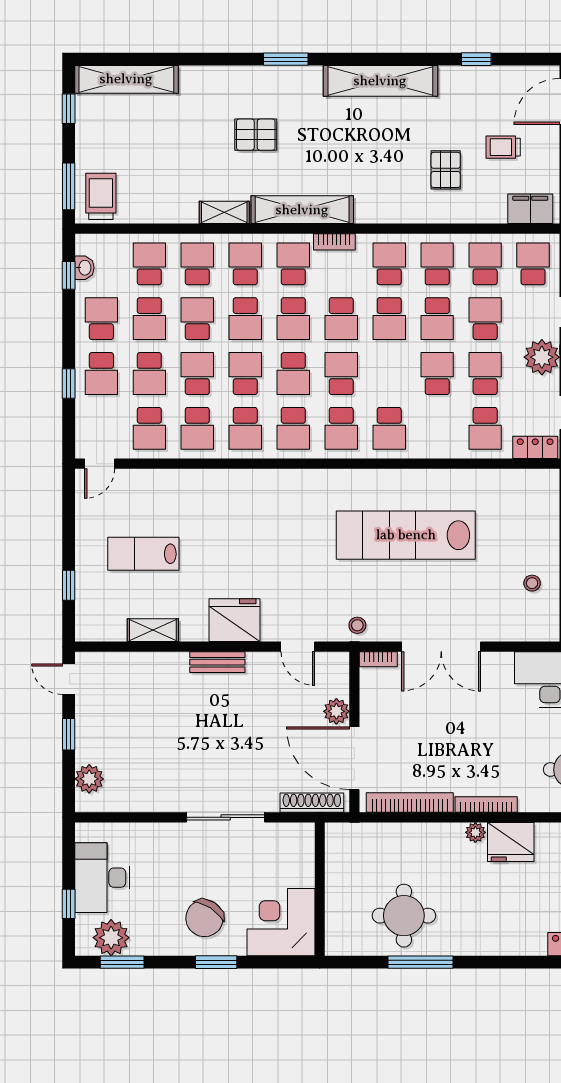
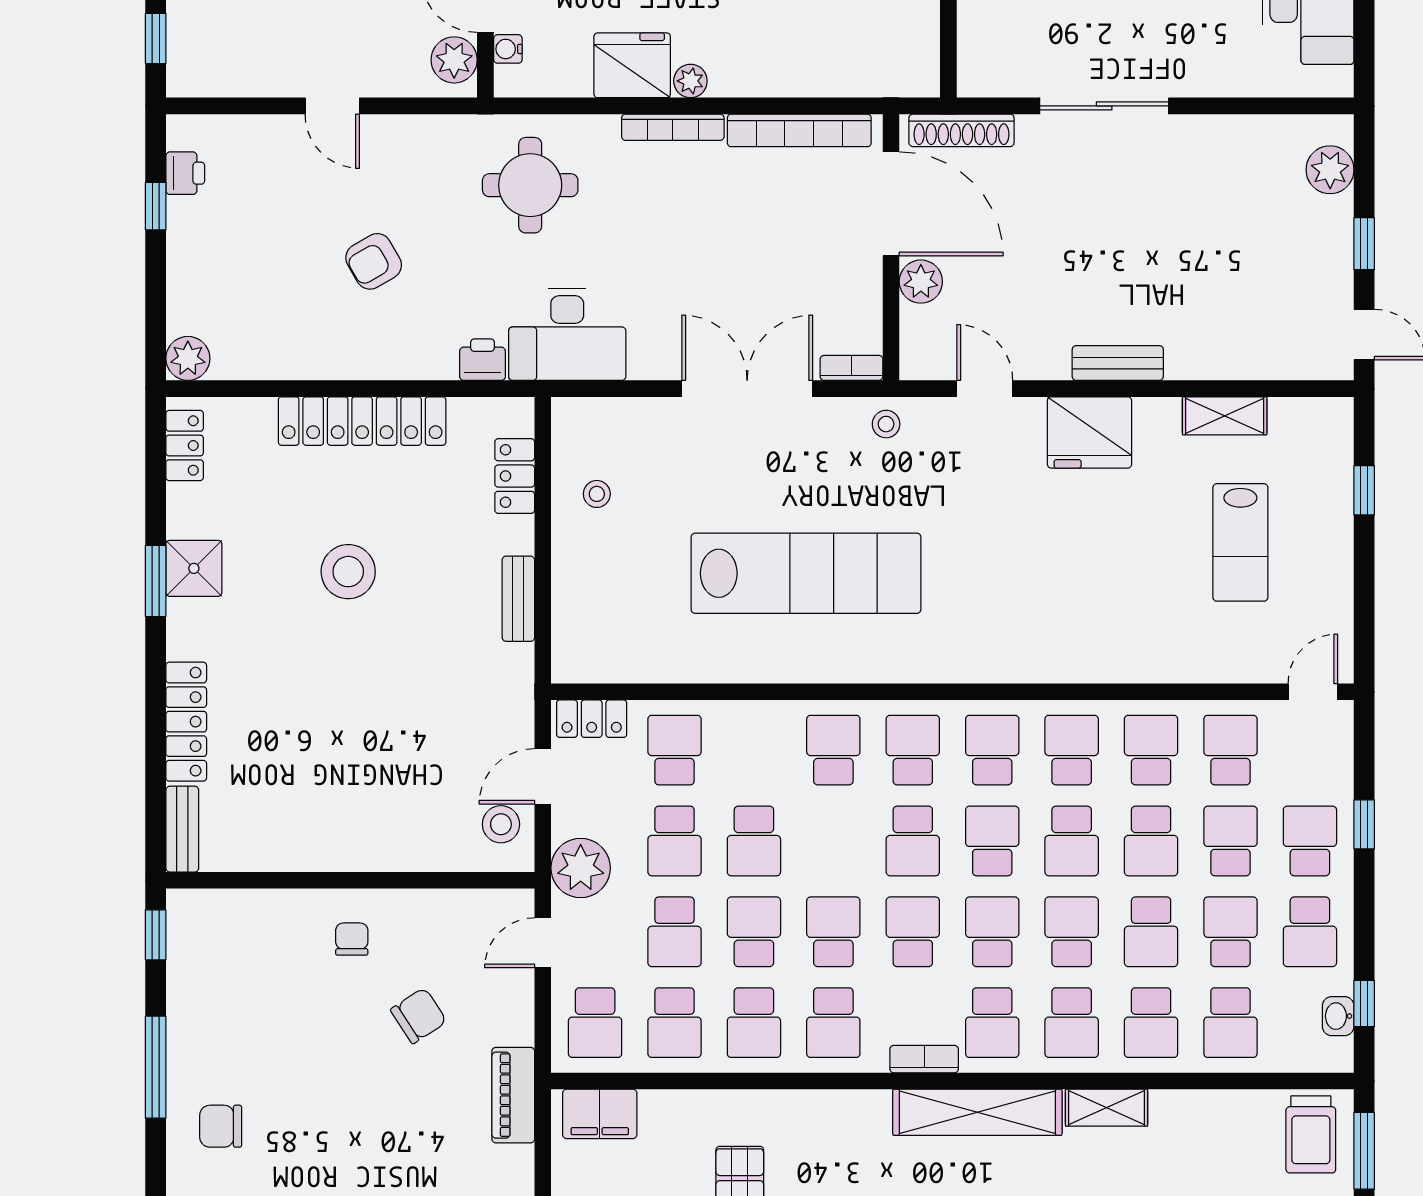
lab bench: (143, 554) -> (1240, 542), turned 90

